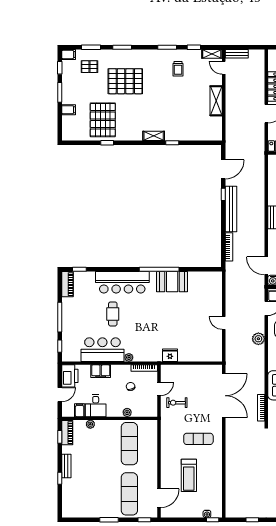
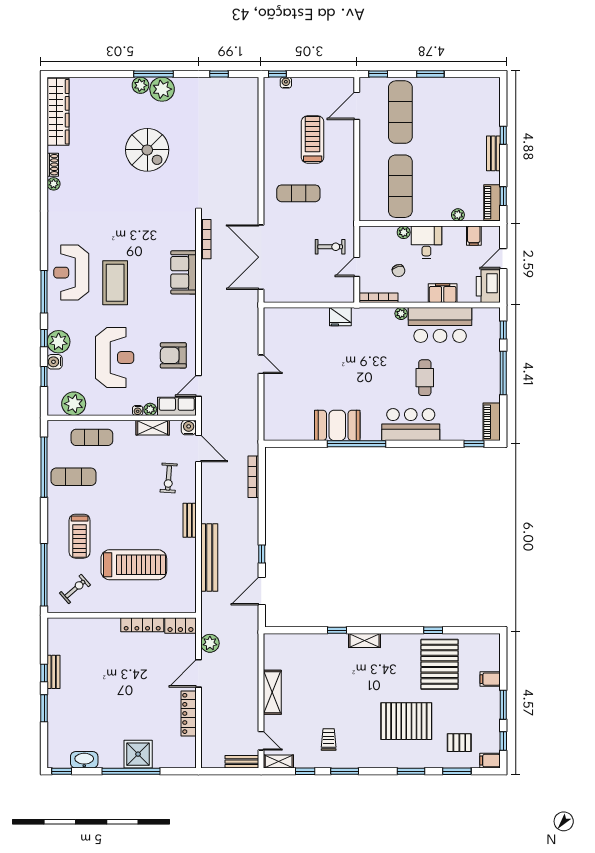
bench: (231, 209) -> (209, 558), moved
bar counter: (122, 282) -> (411, 425), width x0.73
plant: (258, 339) -> (210, 643), moved
desk: (96, 406) -> (426, 242), moved

